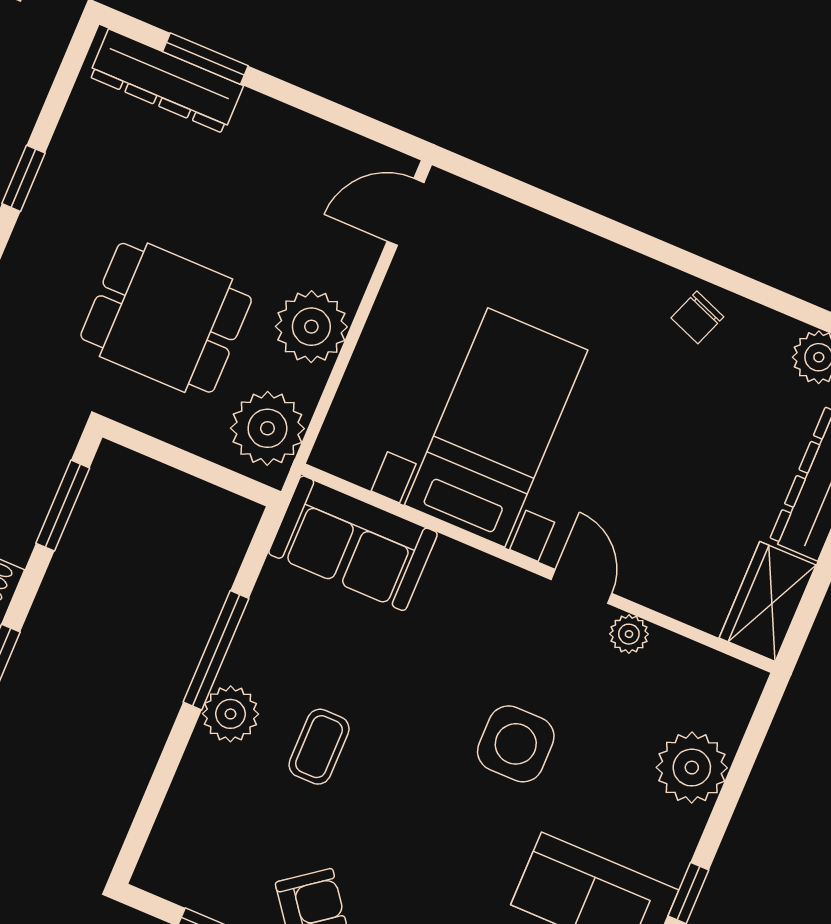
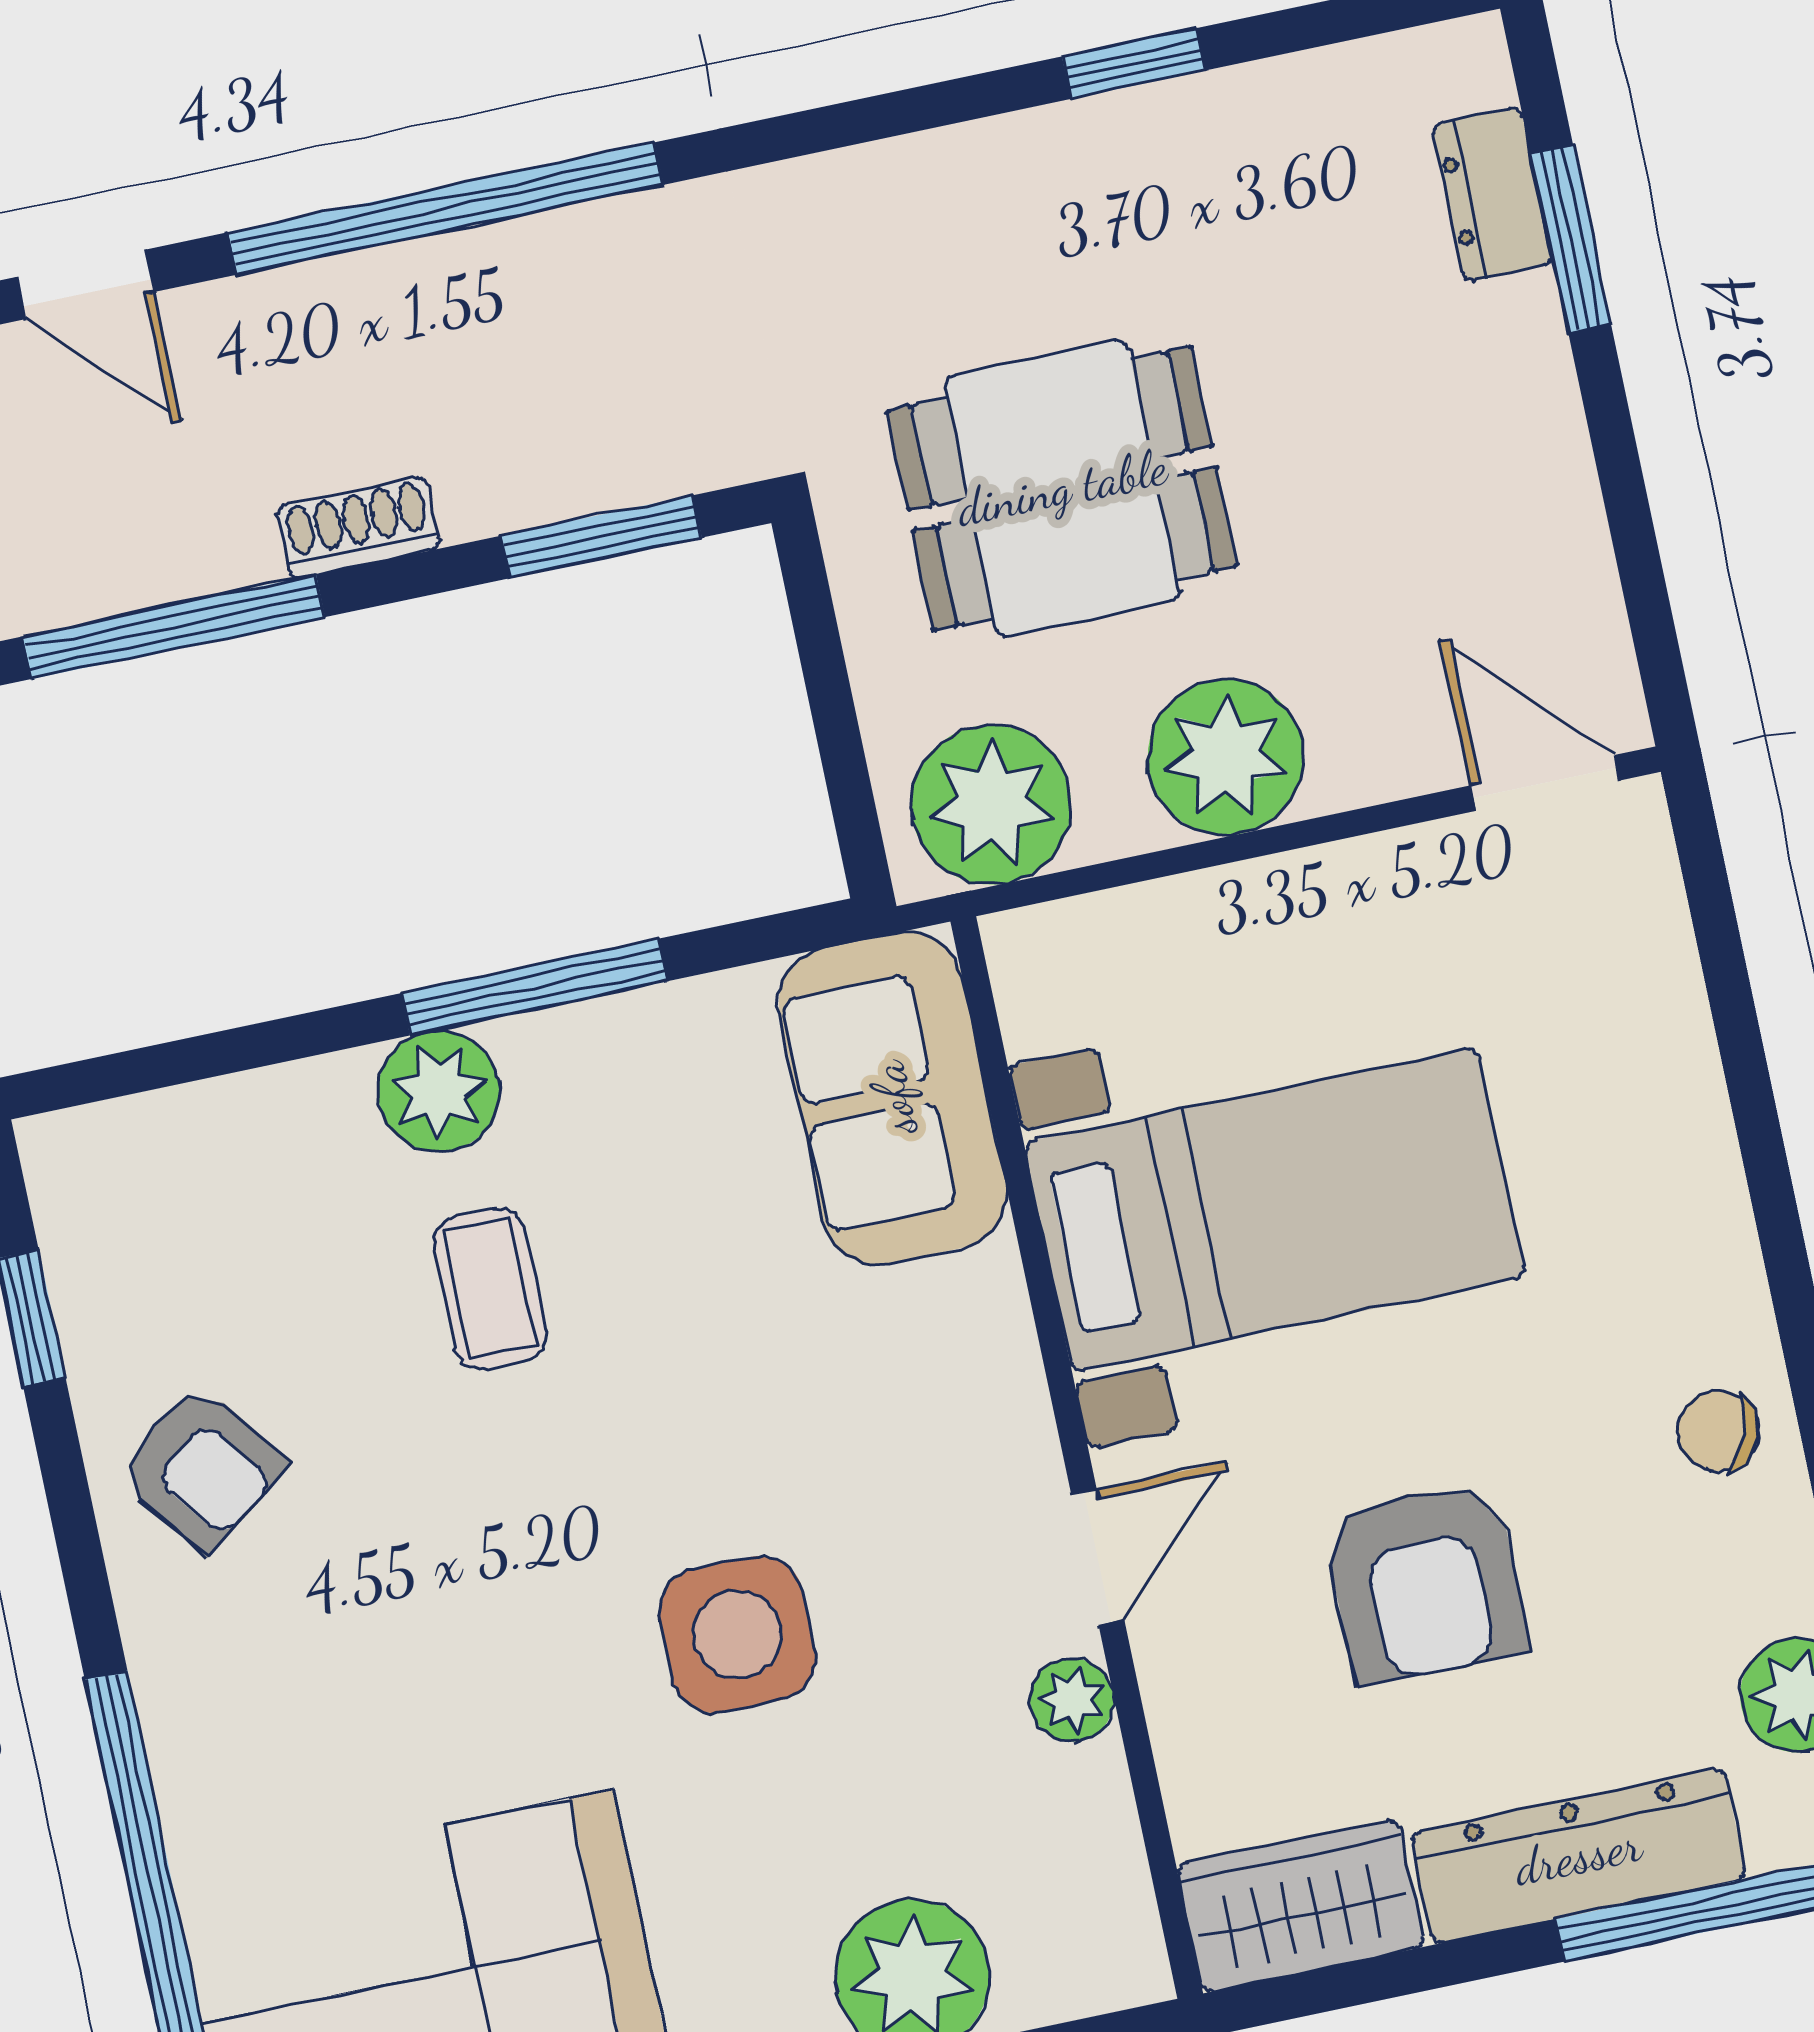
dresser: (166, 81) -> (1493, 194), width x0.51, depth x0.80
dining table: (166, 318) -> (1062, 488), turned 90
armchair: (678, 468) -> (1426, 1582), added
coffee table: (319, 747) -> (490, 1289), turned 90

